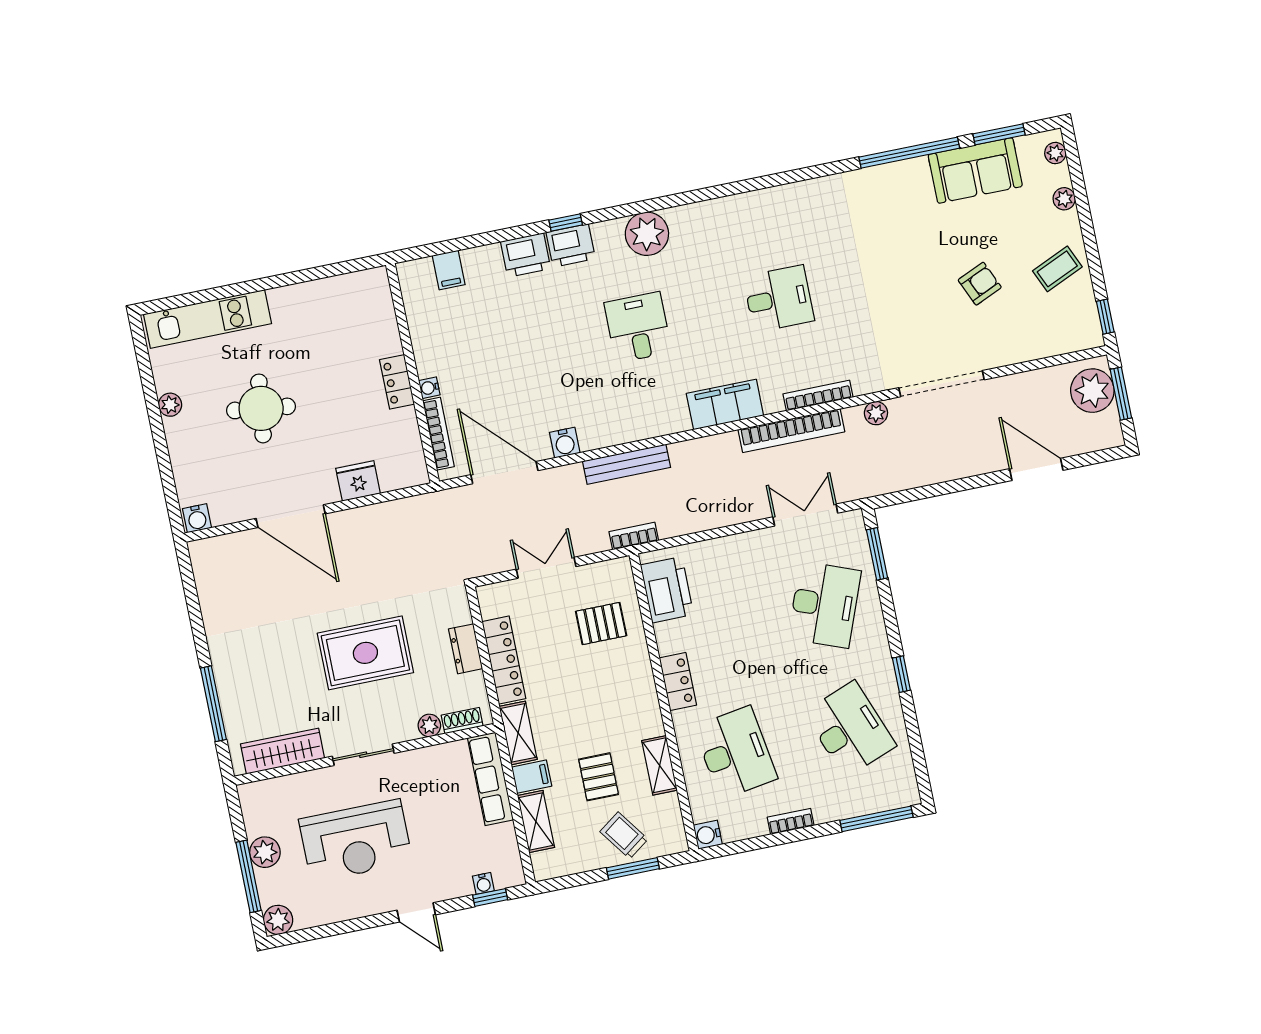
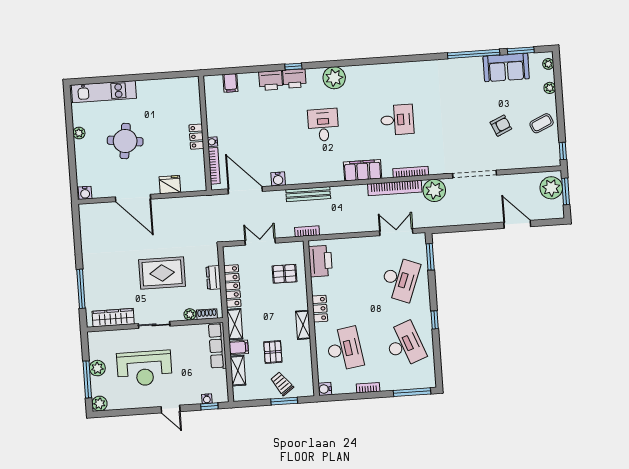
plant: (876, 413) -> (434, 190), width x1.87, depth x1.87
shelving: (660, 765) -> (303, 325), moved

